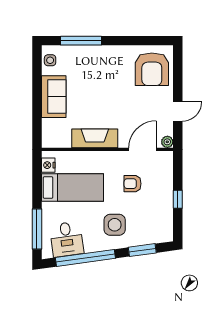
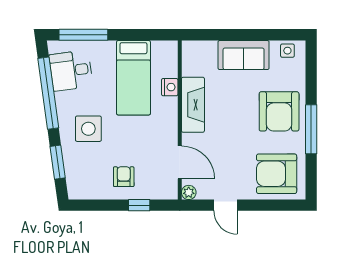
window: (81, 41) -> (311, 129), moved
armchair: (100, 67) -> (279, 111), added
nightstand: (48, 165) -> (170, 87), moved, turned 90
armchair: (133, 184) -> (124, 177), moved
window: (178, 199) -> (139, 205), moved

